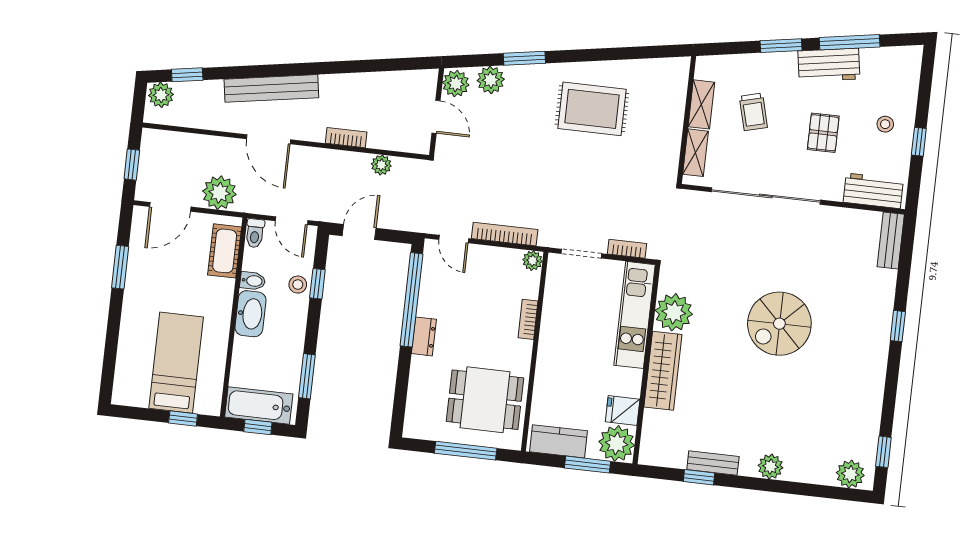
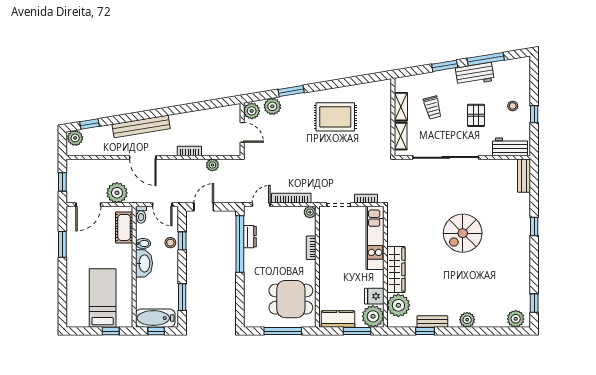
door: (454, 239) -> (261, 205), swing flipped
plant: (674, 312) -> (398, 305), moved
dresser: (424, 336) -> (250, 237), moved

